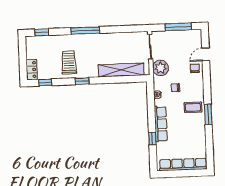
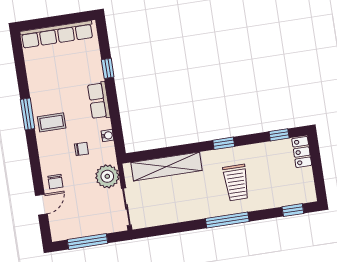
trolley: (69, 62) -> (236, 183), moved
row of seats: (161, 124) -> (99, 101), width x0.68

